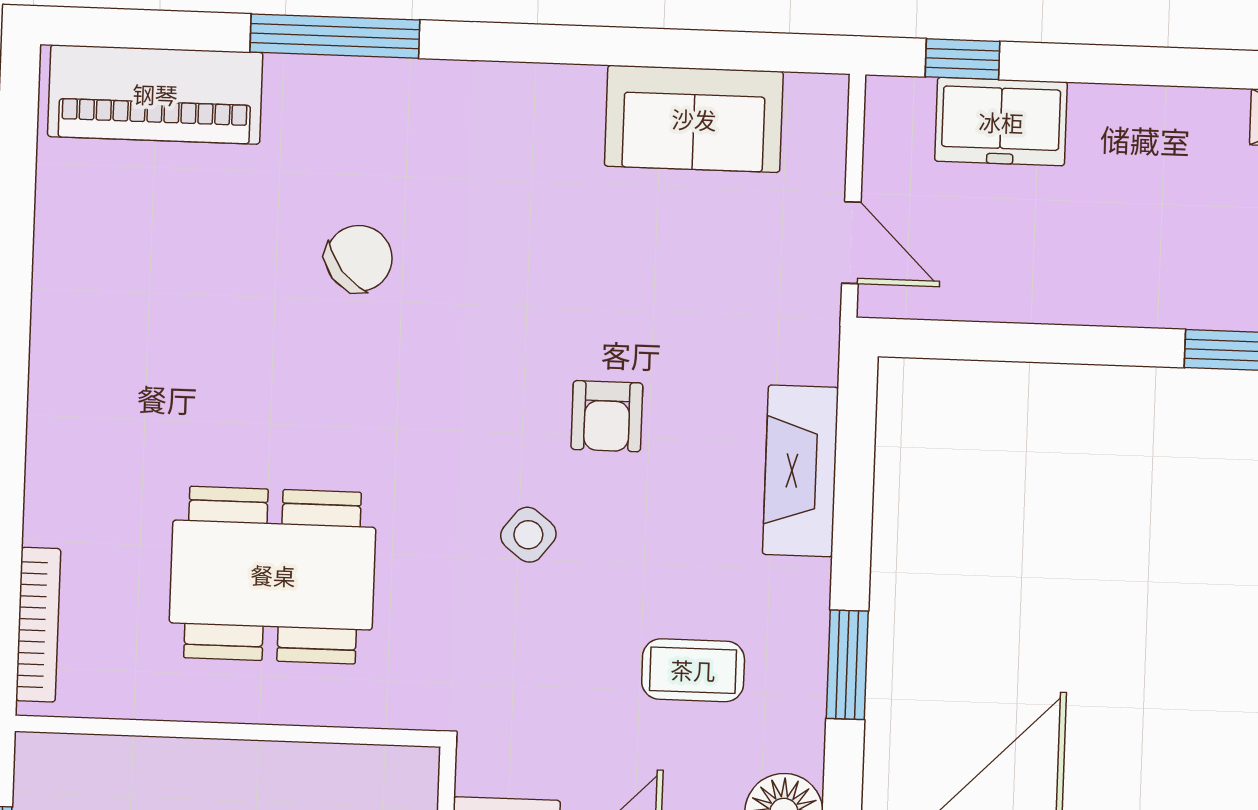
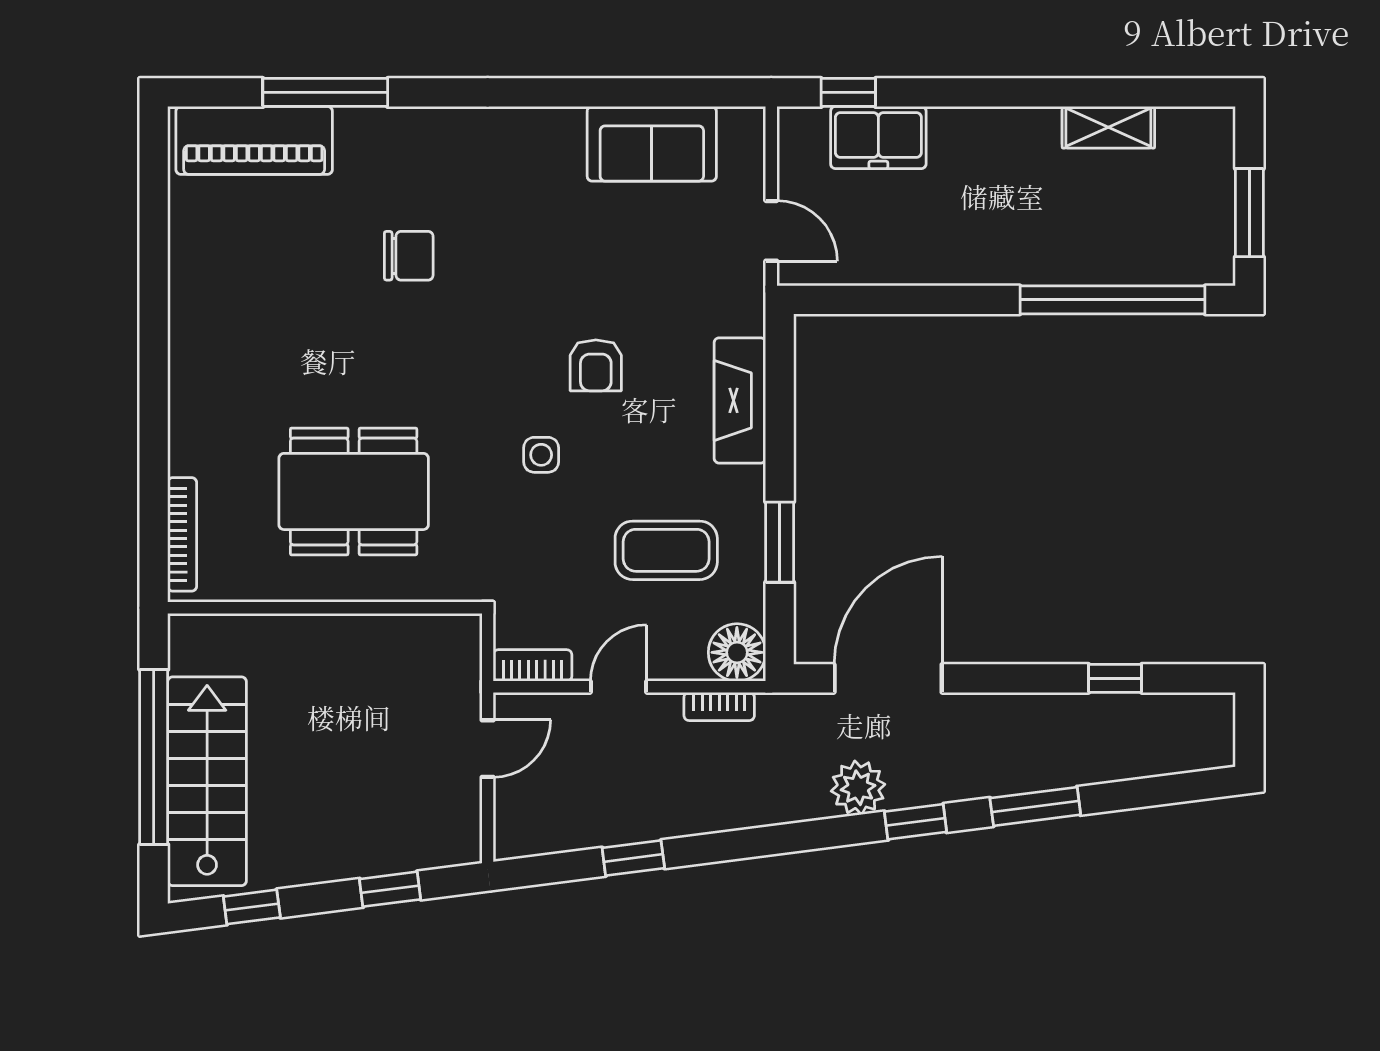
window: (335, 36) -> (325, 92), moved
chair: (359, 258) -> (409, 256), turned 39
side table: (528, 535) -> (541, 455), turned -38
coffee table: (693, 670) -> (666, 550), width x1.36, depth x1.30

